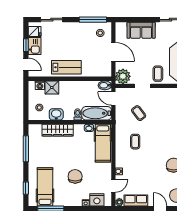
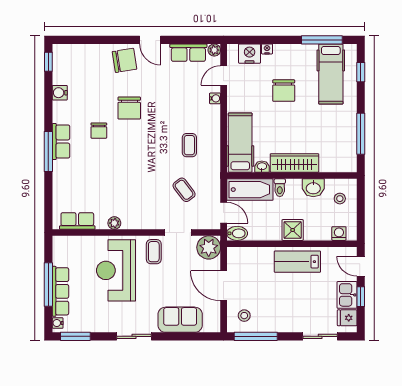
shower: (52, 87) -> (293, 230), moved
wardrobe: (58, 130) -> (295, 163), moved

